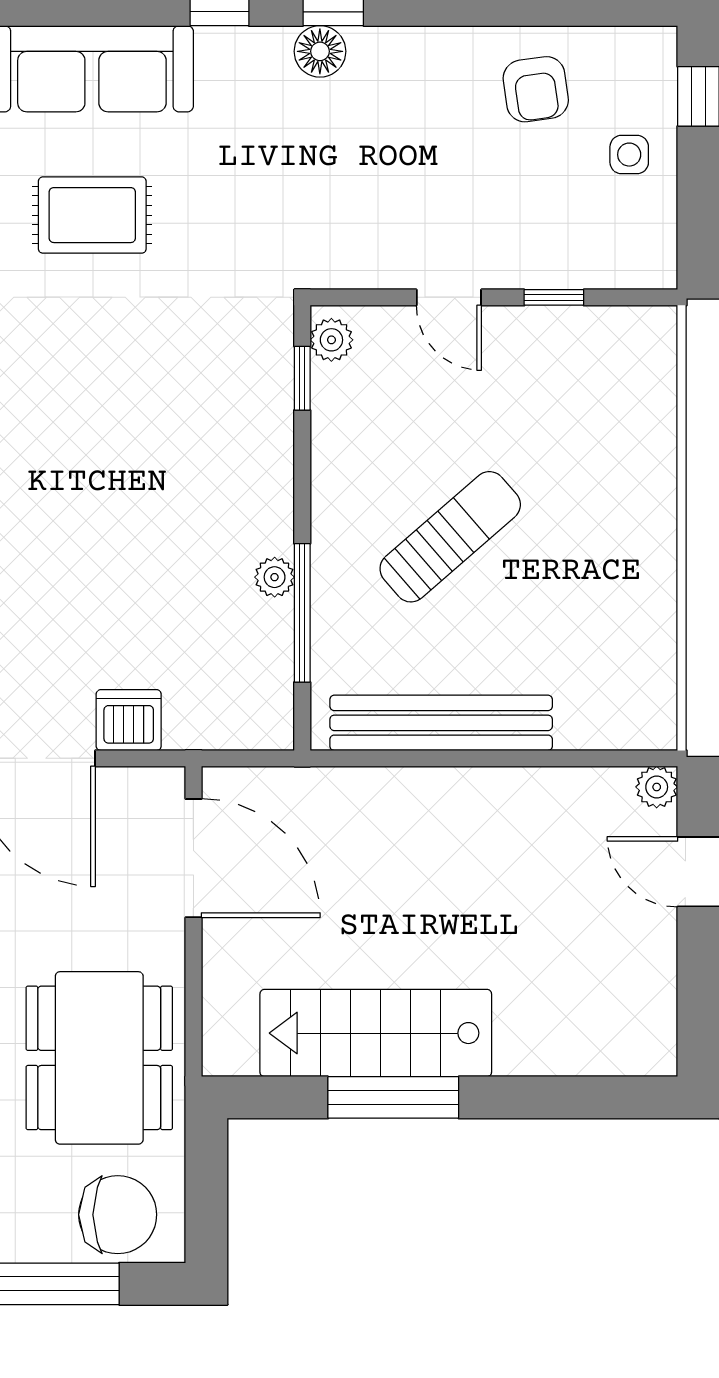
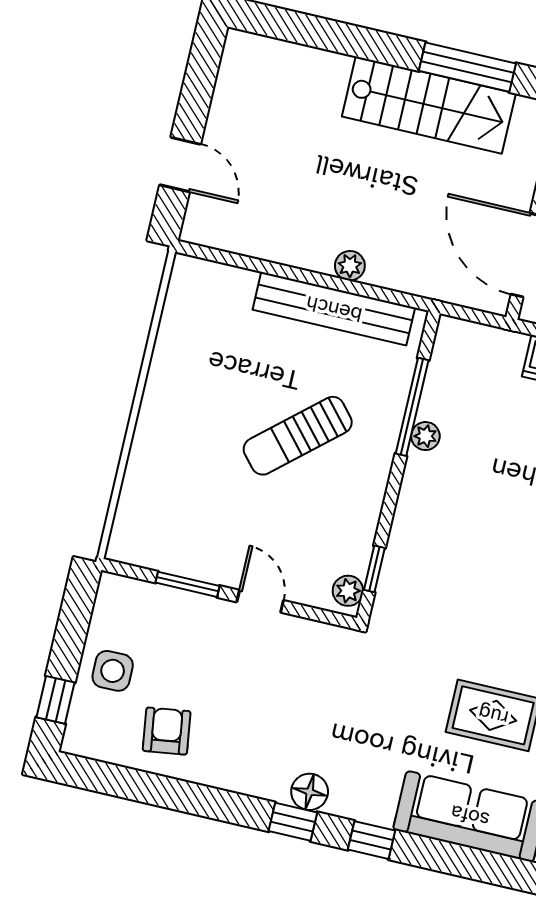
side table: (629, 155) -> (113, 671), width x1.37, depth x1.37
window: (554, 297) -> (188, 584), width x1.50
plant: (657, 787) -> (350, 266), moved
window: (393, 1097) -> (467, 67), moved

